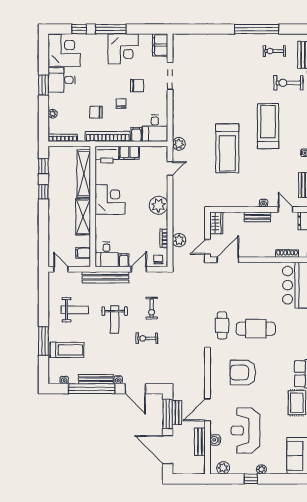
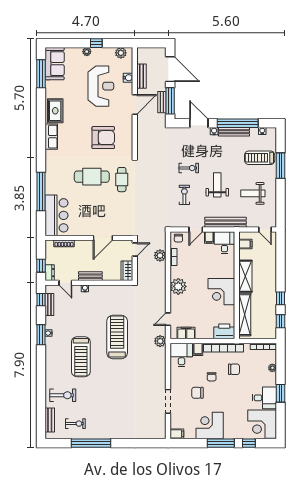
filing cabinet: (160, 45) -> (177, 434), width x0.50
filing cabinet: (129, 153) -> (186, 333), moved
door: (228, 260) -> (103, 238), moved

